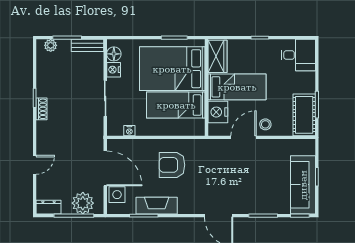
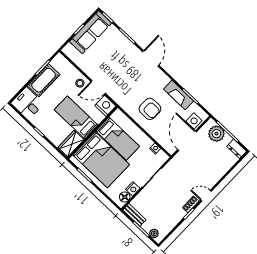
nightstand: (218, 112) -> (105, 106), moved, turned -90
cot: (304, 115) -> (44, 80), moved
door: (35, 165) -> (206, 196), moved

